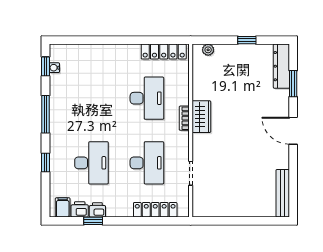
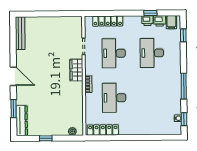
wardrobe: (201, 117) -> (76, 70), moved
window: (46, 162) -> (183, 35), moved

